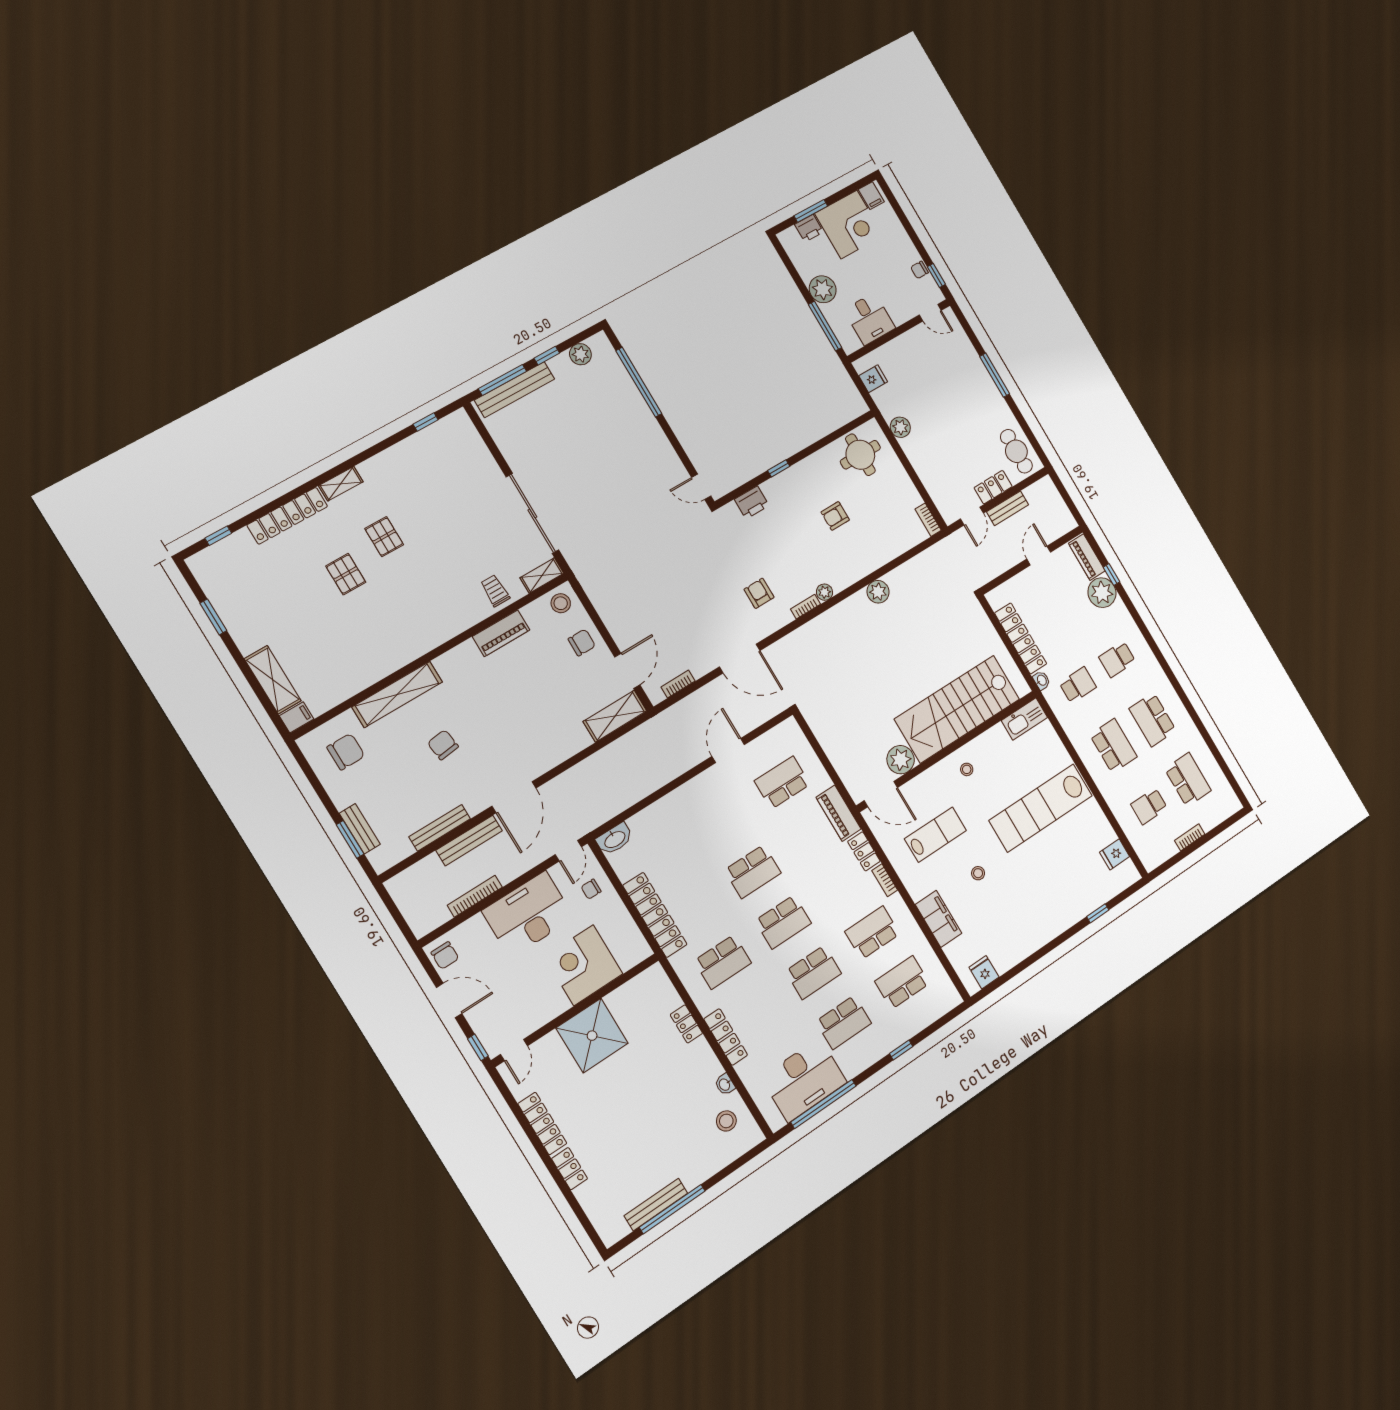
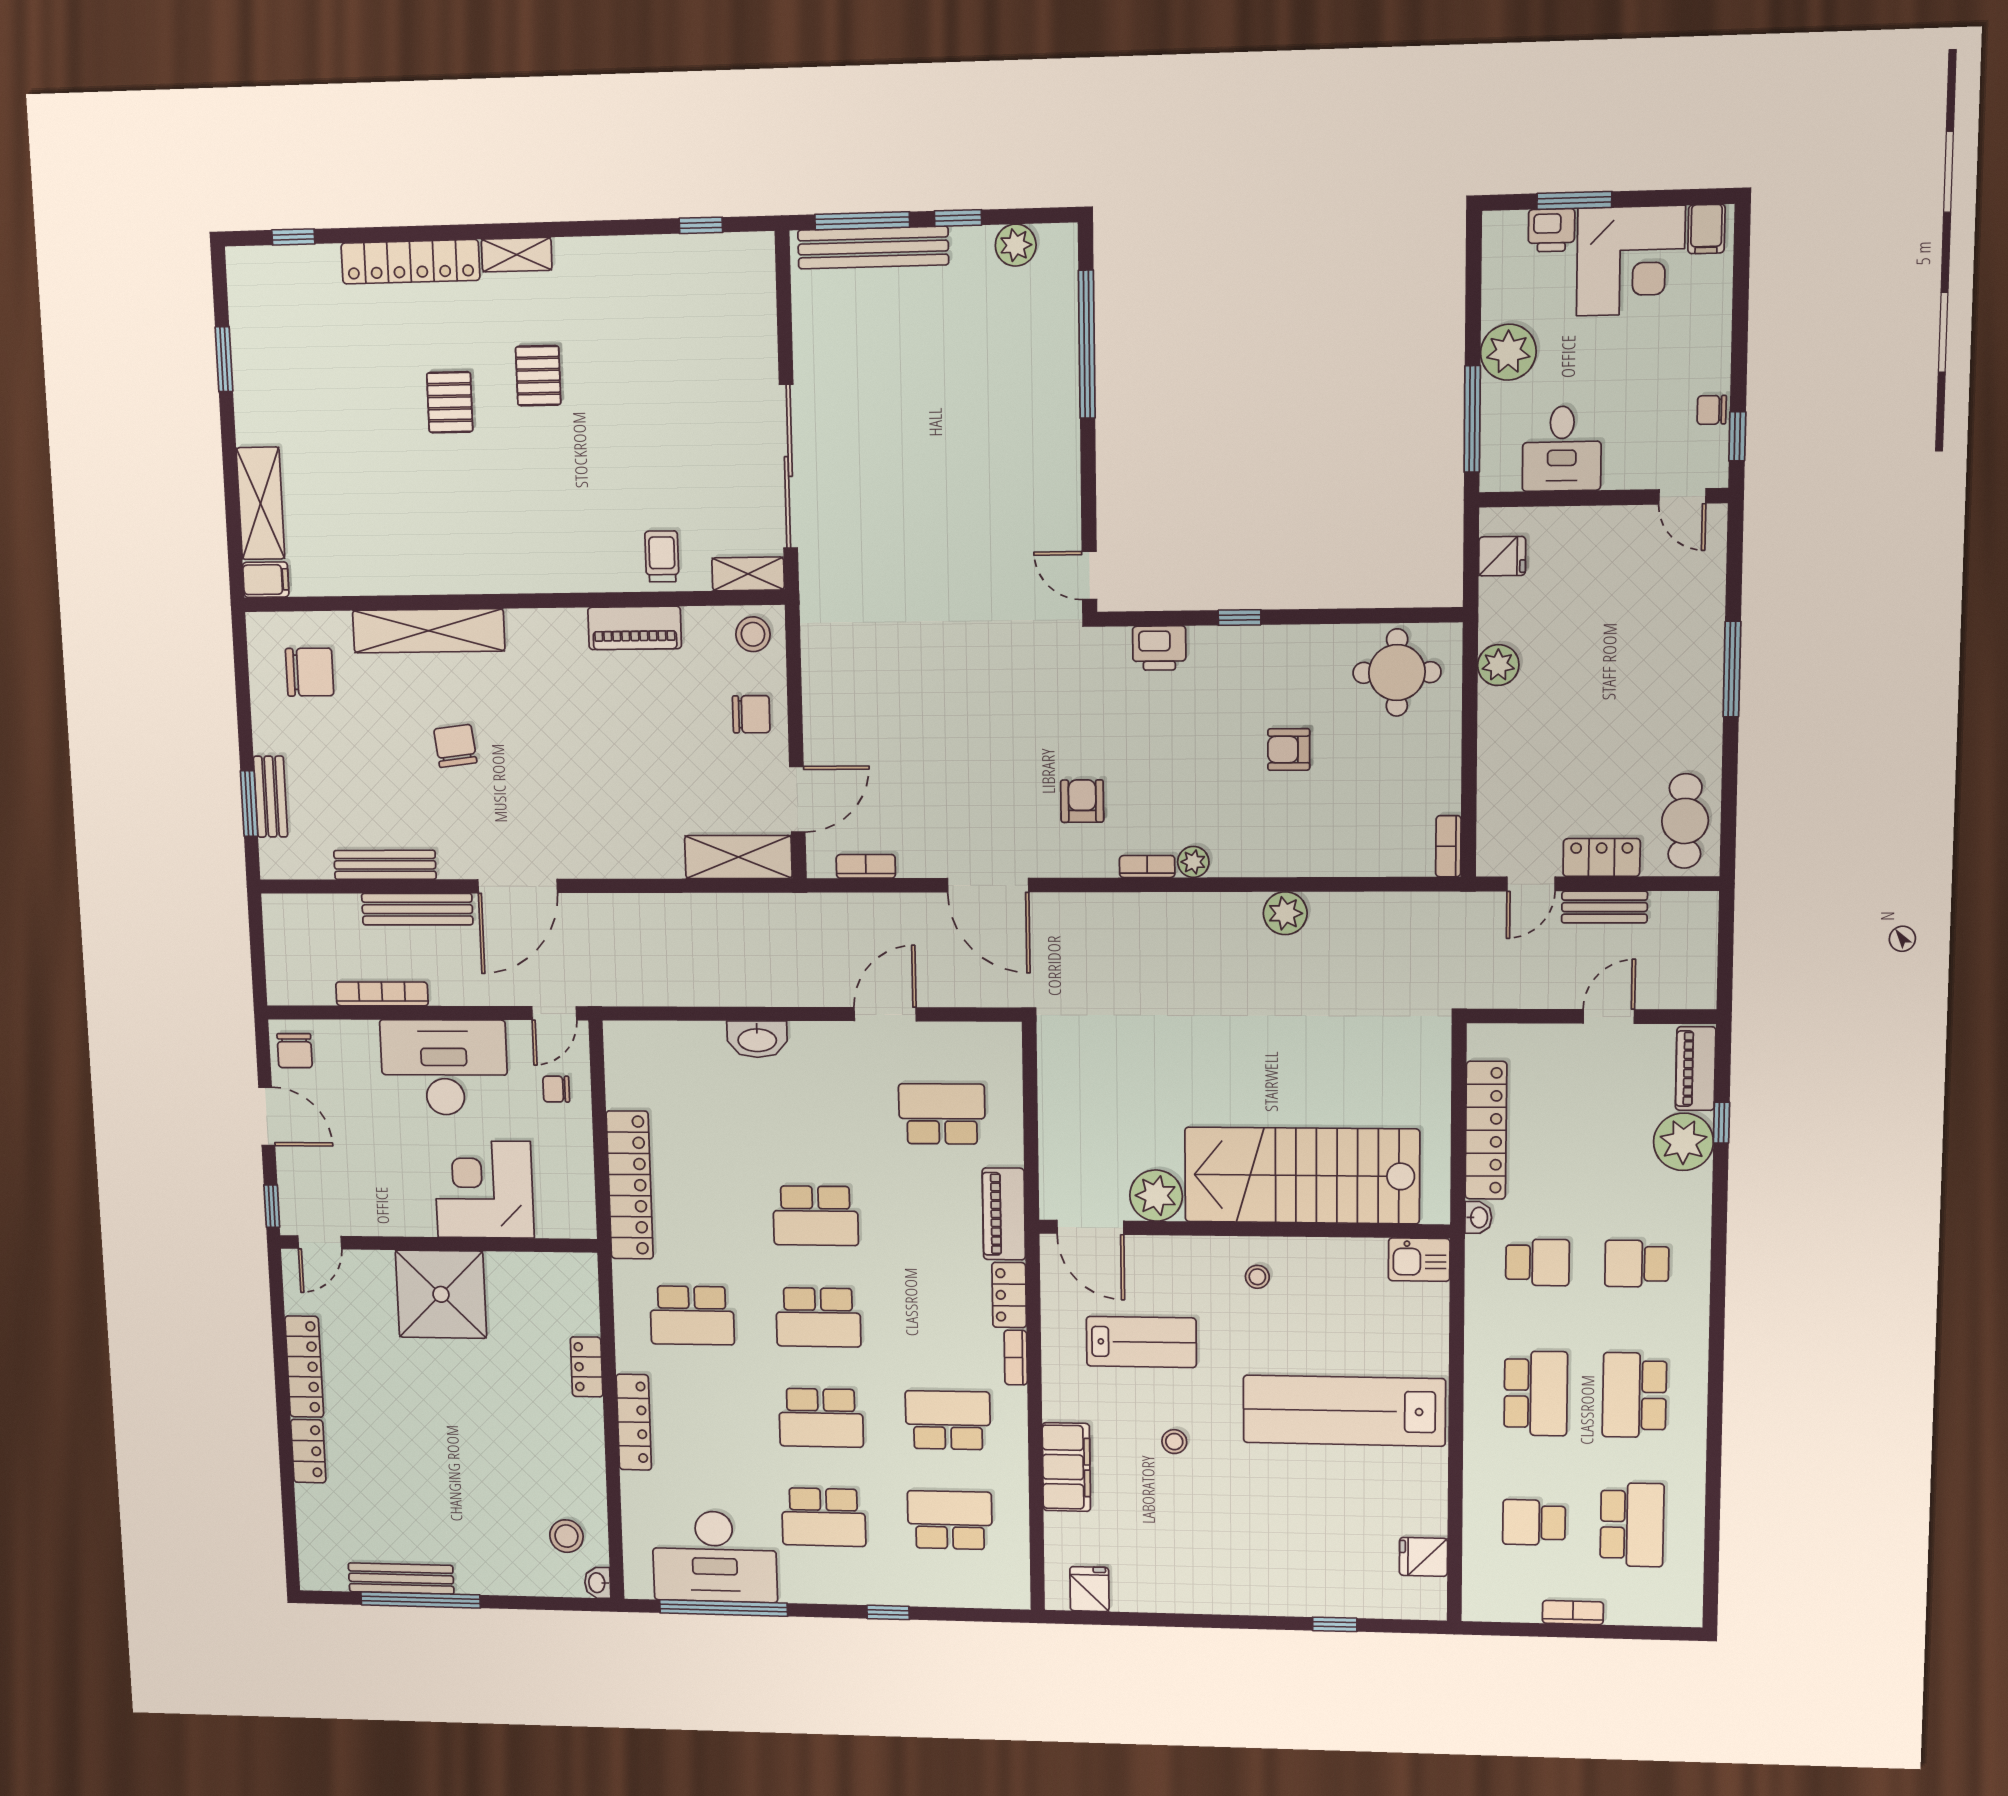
kitchen sink: (1024, 719) -> (1419, 1260), width x0.73
washbasin: (615, 839) -> (757, 1039), moved
washbasin: (725, 1084) -> (598, 1583), moved

